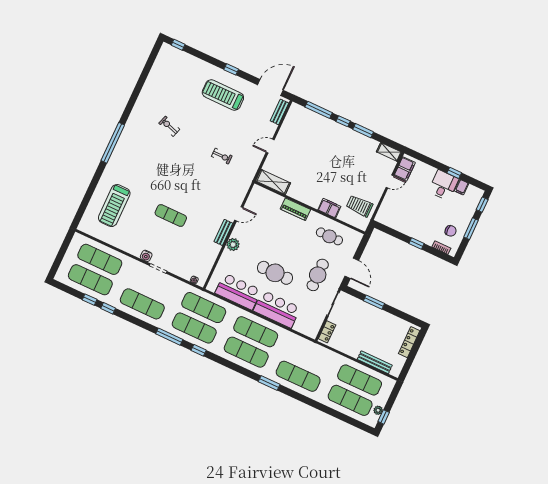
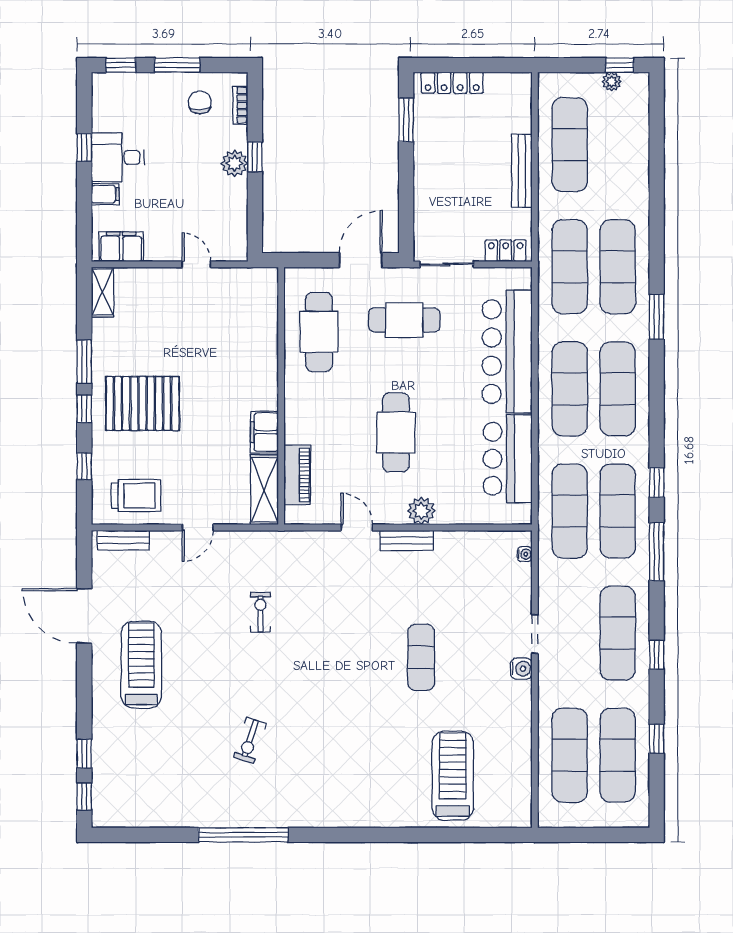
window: (231, 69) -> (84, 754), moved
door: (270, 88) -> (84, 616), moved
treadmill: (223, 95) -> (141, 665), turned 180
window: (319, 110) -> (84, 466), width x0.46
window: (113, 143) -> (243, 835), moved
door: (270, 146) -> (198, 527), hinge flipped
pallet: (334, 147) -> (143, 403), added
door: (390, 182) -> (196, 264), moved
filing cabinet: (462, 187) -> (105, 194), moved
treadmill: (114, 206) -> (453, 776), turned -90
trolley: (359, 206) -> (136, 496), moved, turned -90
filing cabinet: (329, 208) -> (264, 432), moved
piano: (295, 209) -> (297, 475), moved
plant: (418, 234) -> (234, 163), added
cafe table: (329, 236) -> (319, 332), width x1.37, depth x1.35
cafe table: (275, 273) -> (396, 433), moved
window: (374, 302) -> (406, 120), moved
window: (108, 308) -> (657, 655), moved
bar counter: (277, 309) -> (507, 352), width x1.36
bench: (375, 362) -> (522, 171), moved
exercise mat: (350, 400) -> (570, 267), moved

